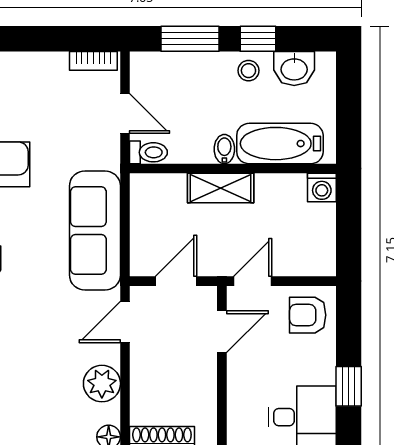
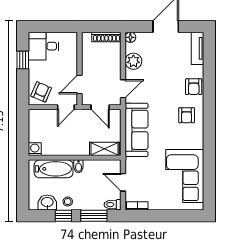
toilet: (148, 152) -> (113, 205), moved
shelving: (221, 188) -> (104, 149), moved
door: (176, 281) -> (100, 107), hinge flipped
armchair: (308, 315) -> (41, 92), turned -67

